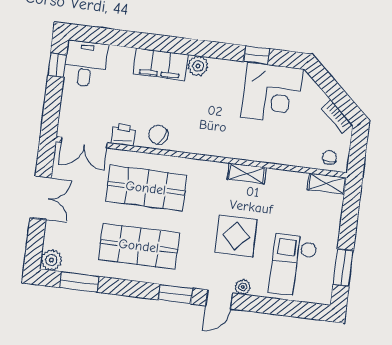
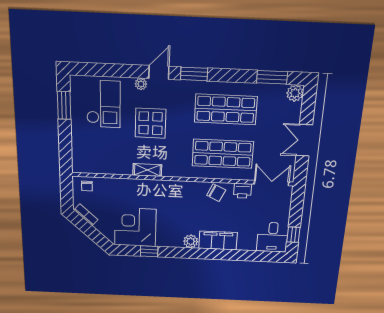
shelving: (327, 184) -> (86, 167), removed

